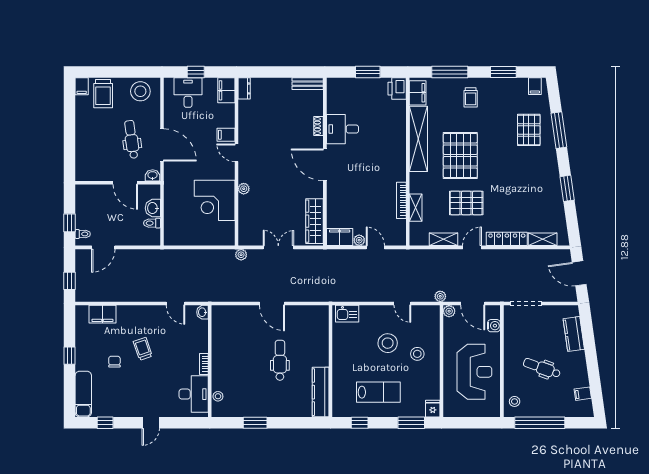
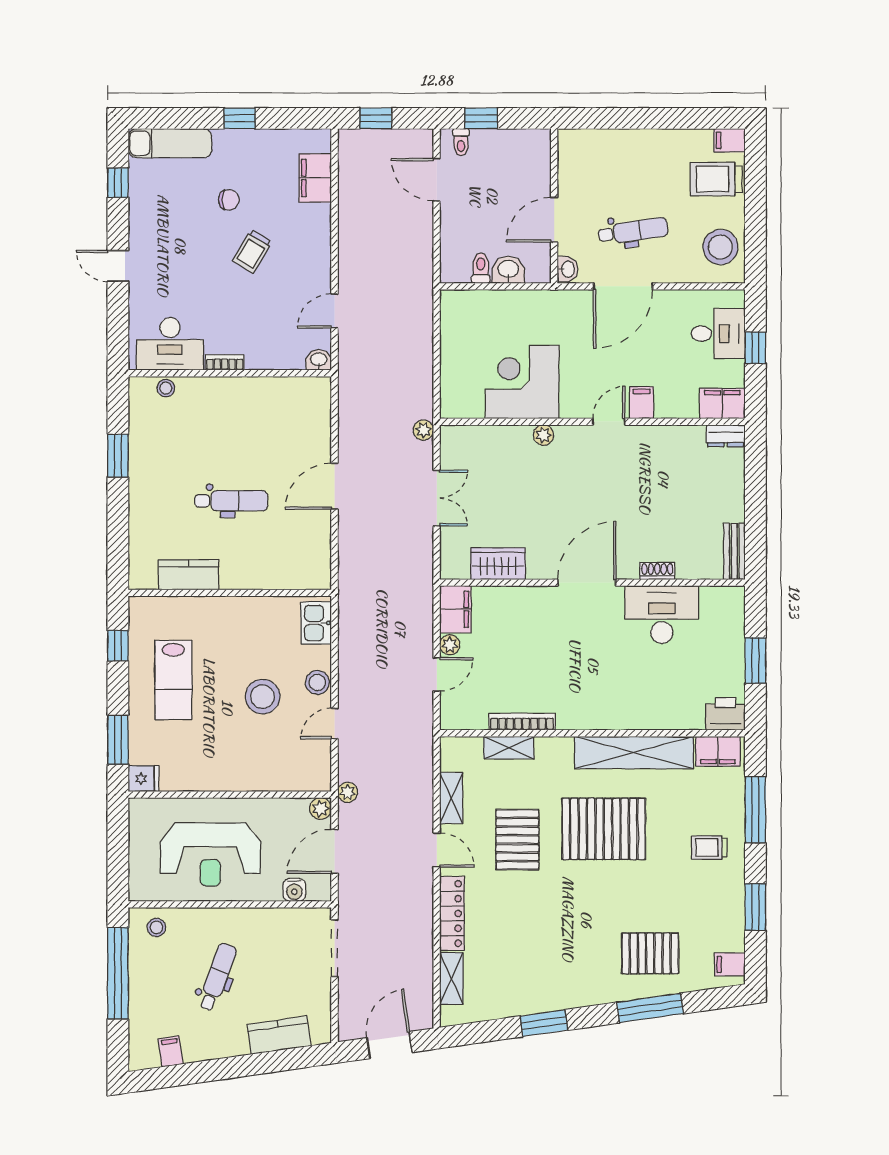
desk: (343, 129) -> (662, 615), width x1.37
wardrobe: (315, 221) -> (498, 564), width x0.67
trolley: (143, 349) -> (252, 251), turned 140
stool: (417, 354) -> (317, 682), moved
kitchen counter: (321, 392) -> (189, 575), width x0.67

